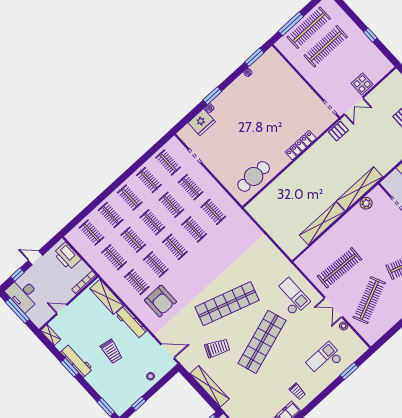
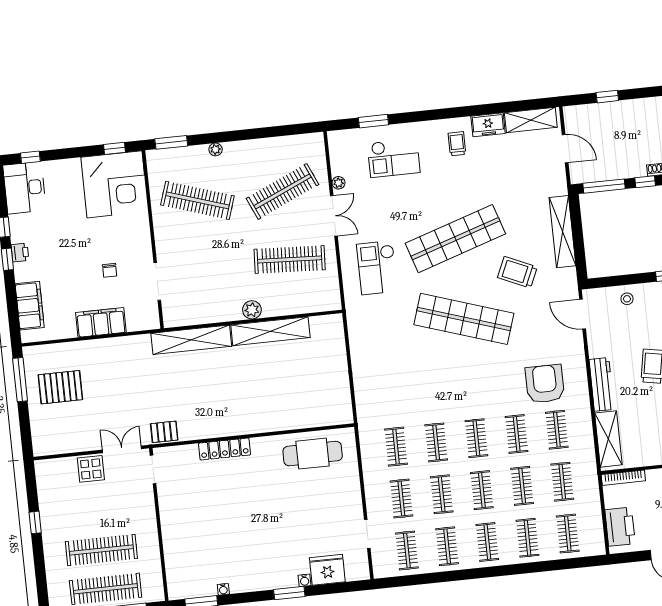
plant: (366, 203) -> (252, 310), moved

